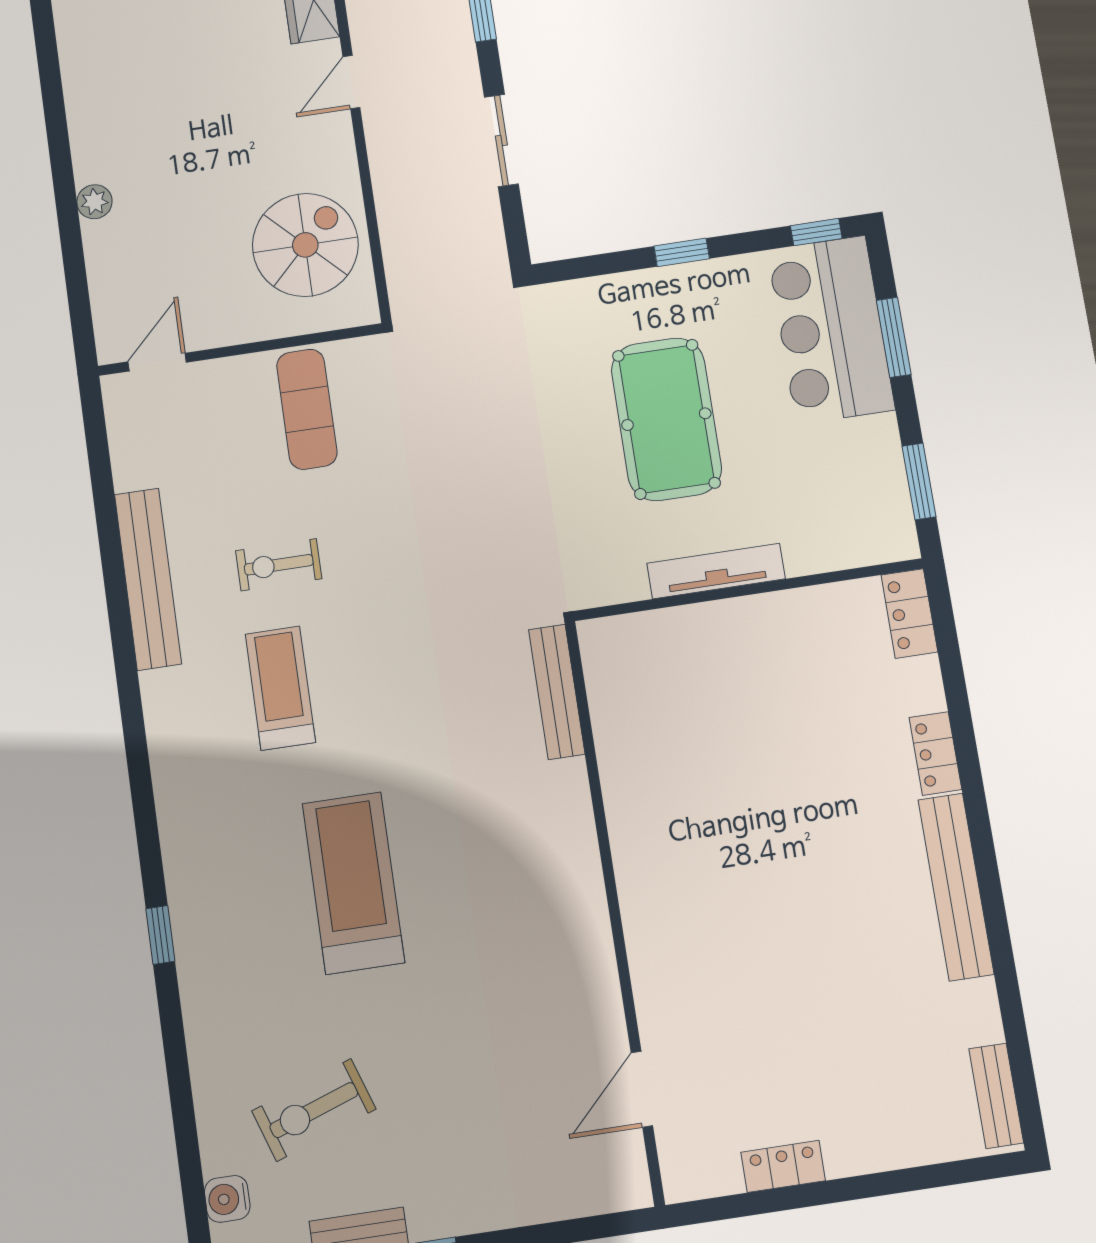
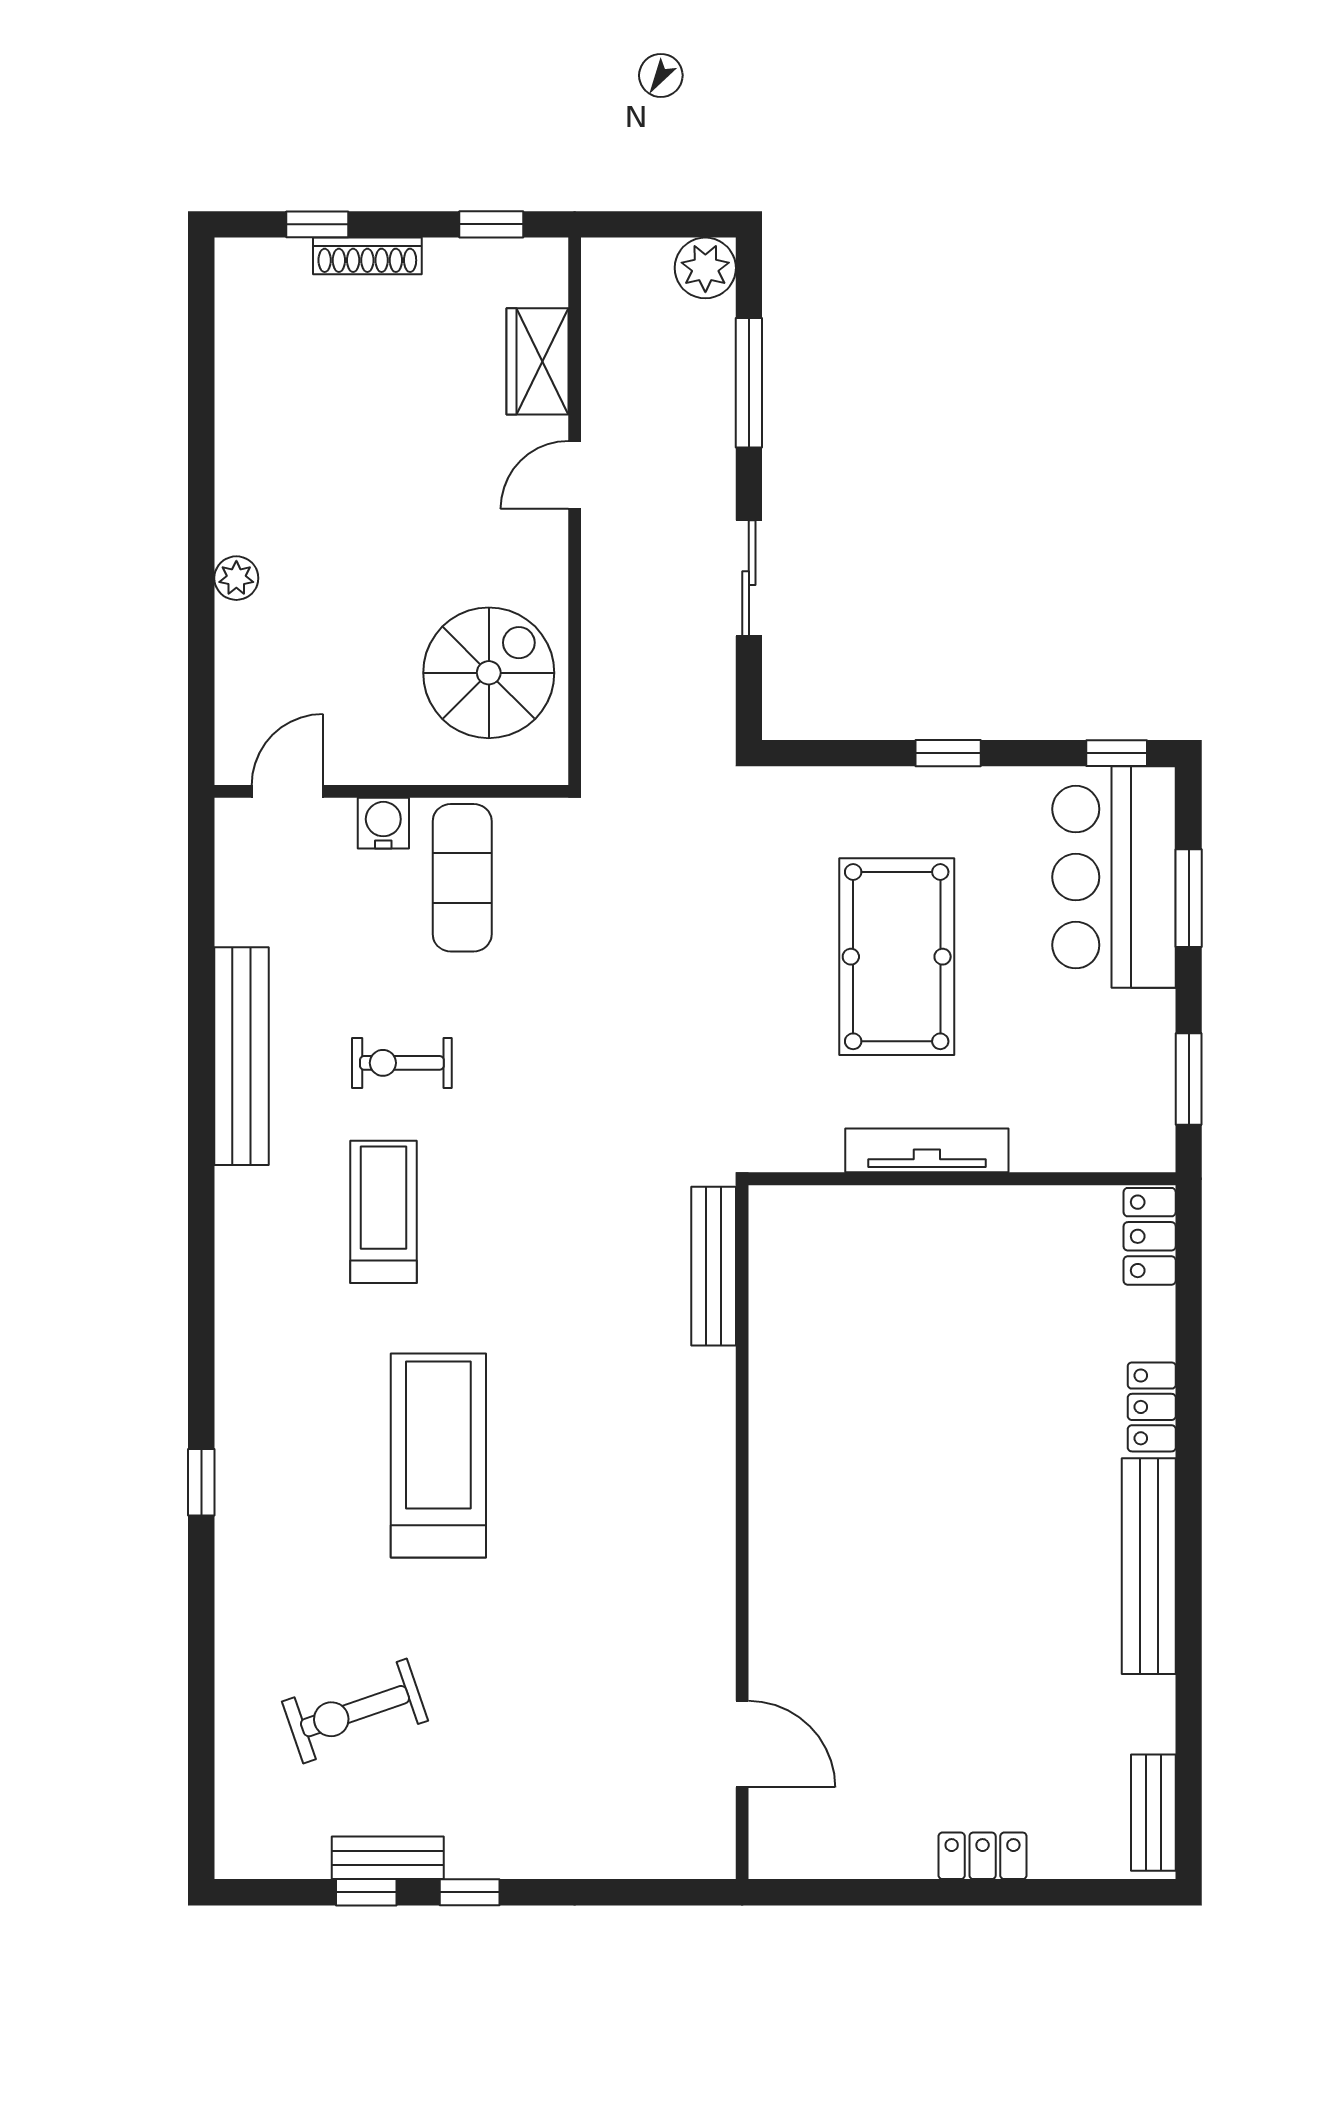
door: (642, 1089) -> (742, 1744), swing flipped
locker: (783, 1166) -> (983, 1856), moved
water cooler: (227, 1199) -> (383, 823), moved, turned 90

